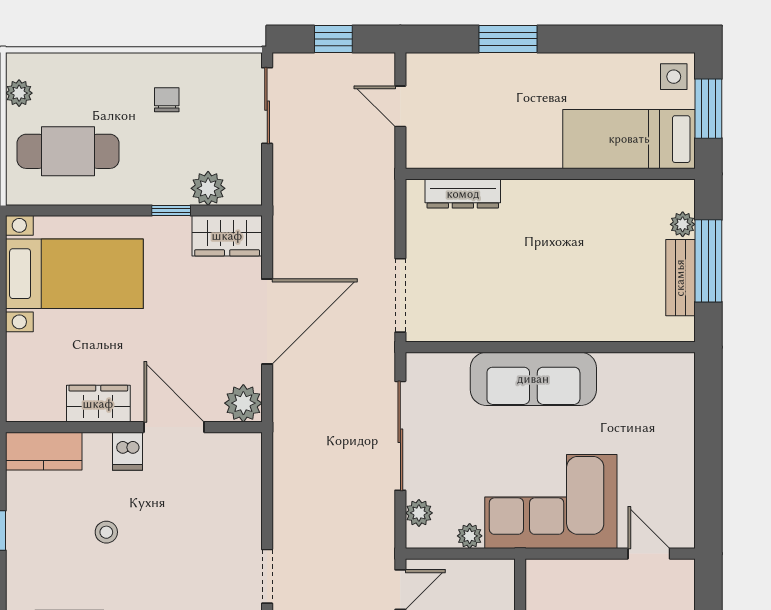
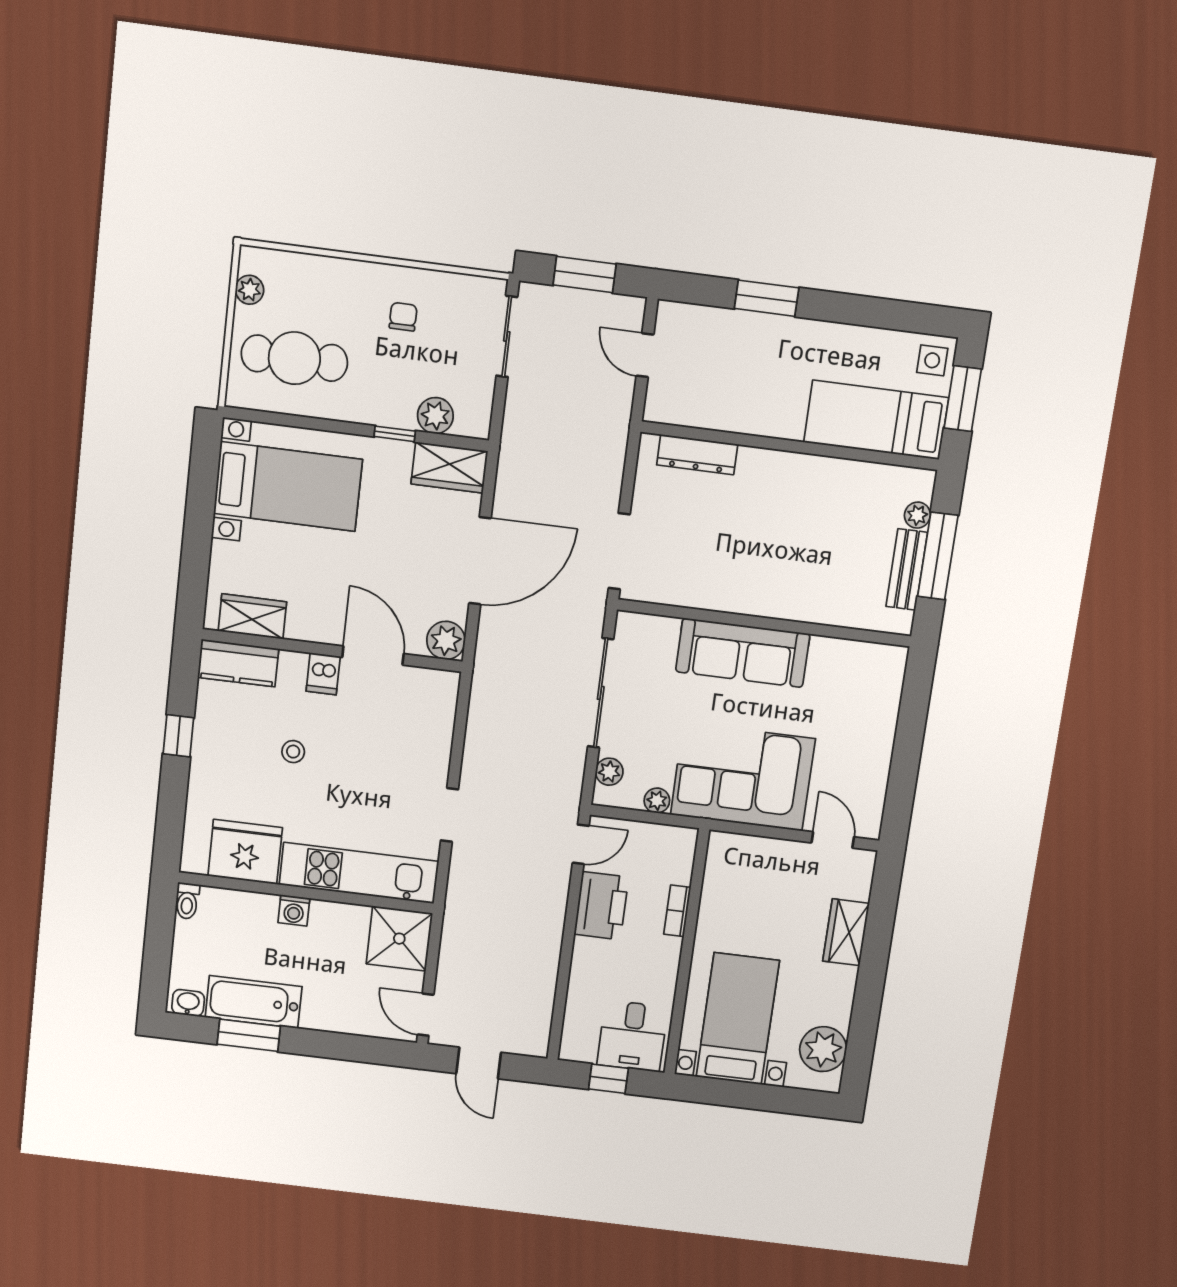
window: (333, 39) -> (585, 275), width x1.50
wardrobe: (98, 404) -> (252, 616), moved

